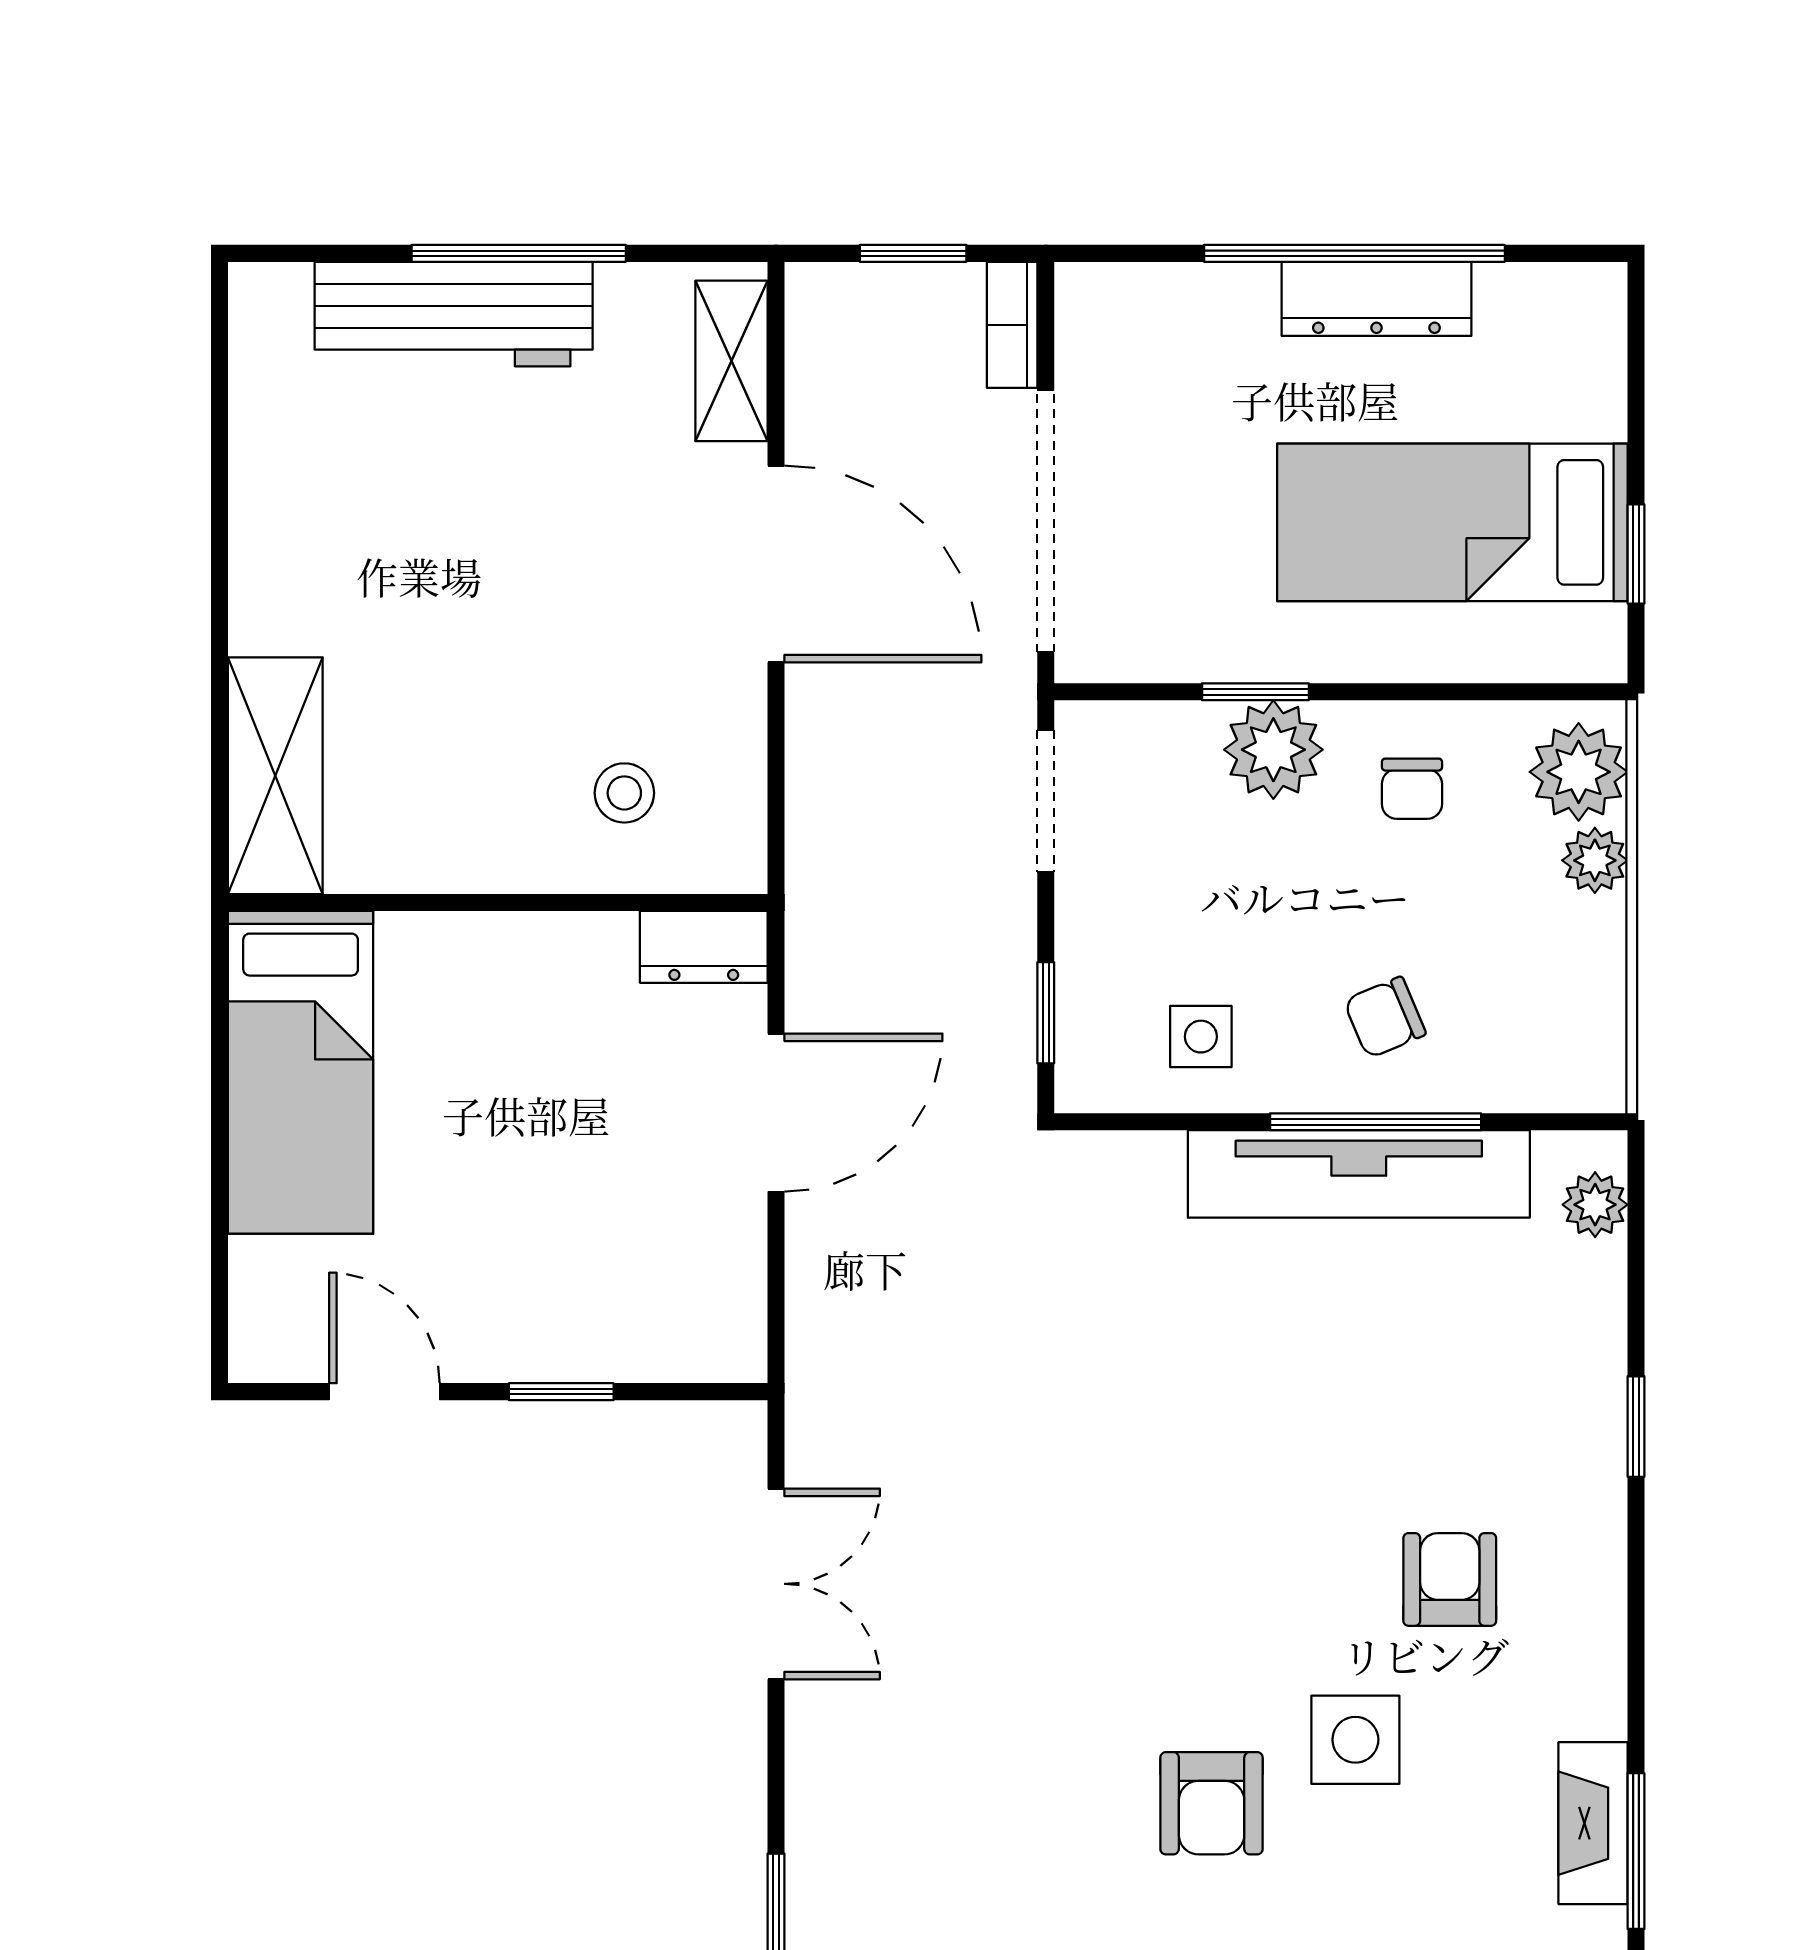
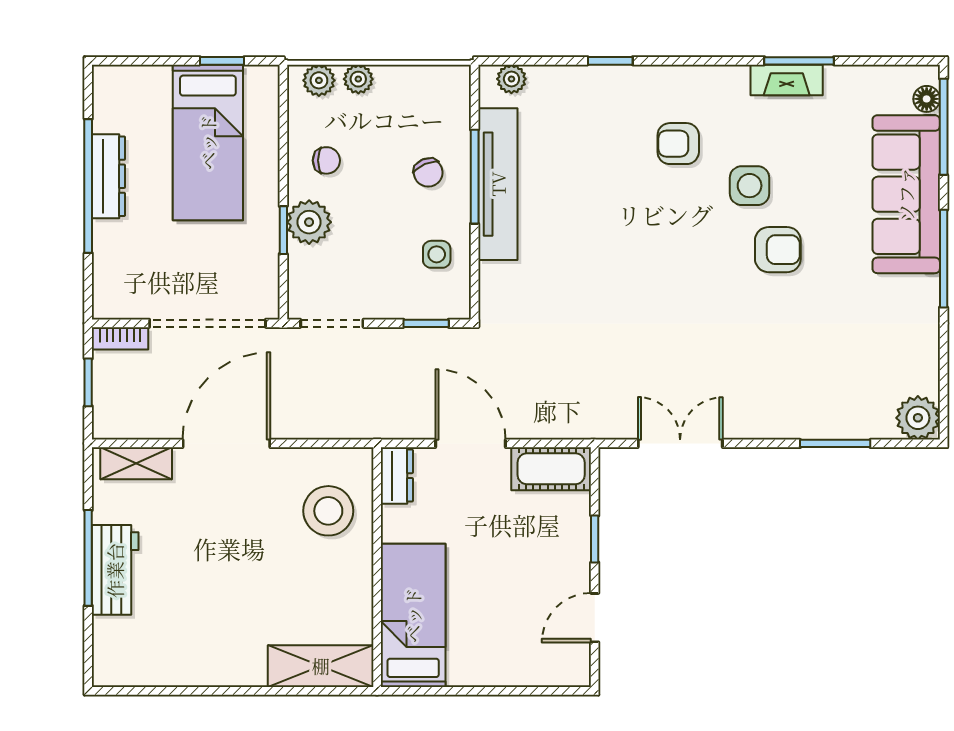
workbench: (454, 314) -> (115, 570), width x0.73
plant: (1579, 772) -> (319, 80), width x0.73, depth x0.73
stool: (624, 793) -> (328, 511), width x1.89, depth x1.89
bed: (301, 1072) -> (413, 615), moved, turned -90
cot: (719, 1294) -> (551, 469), added

